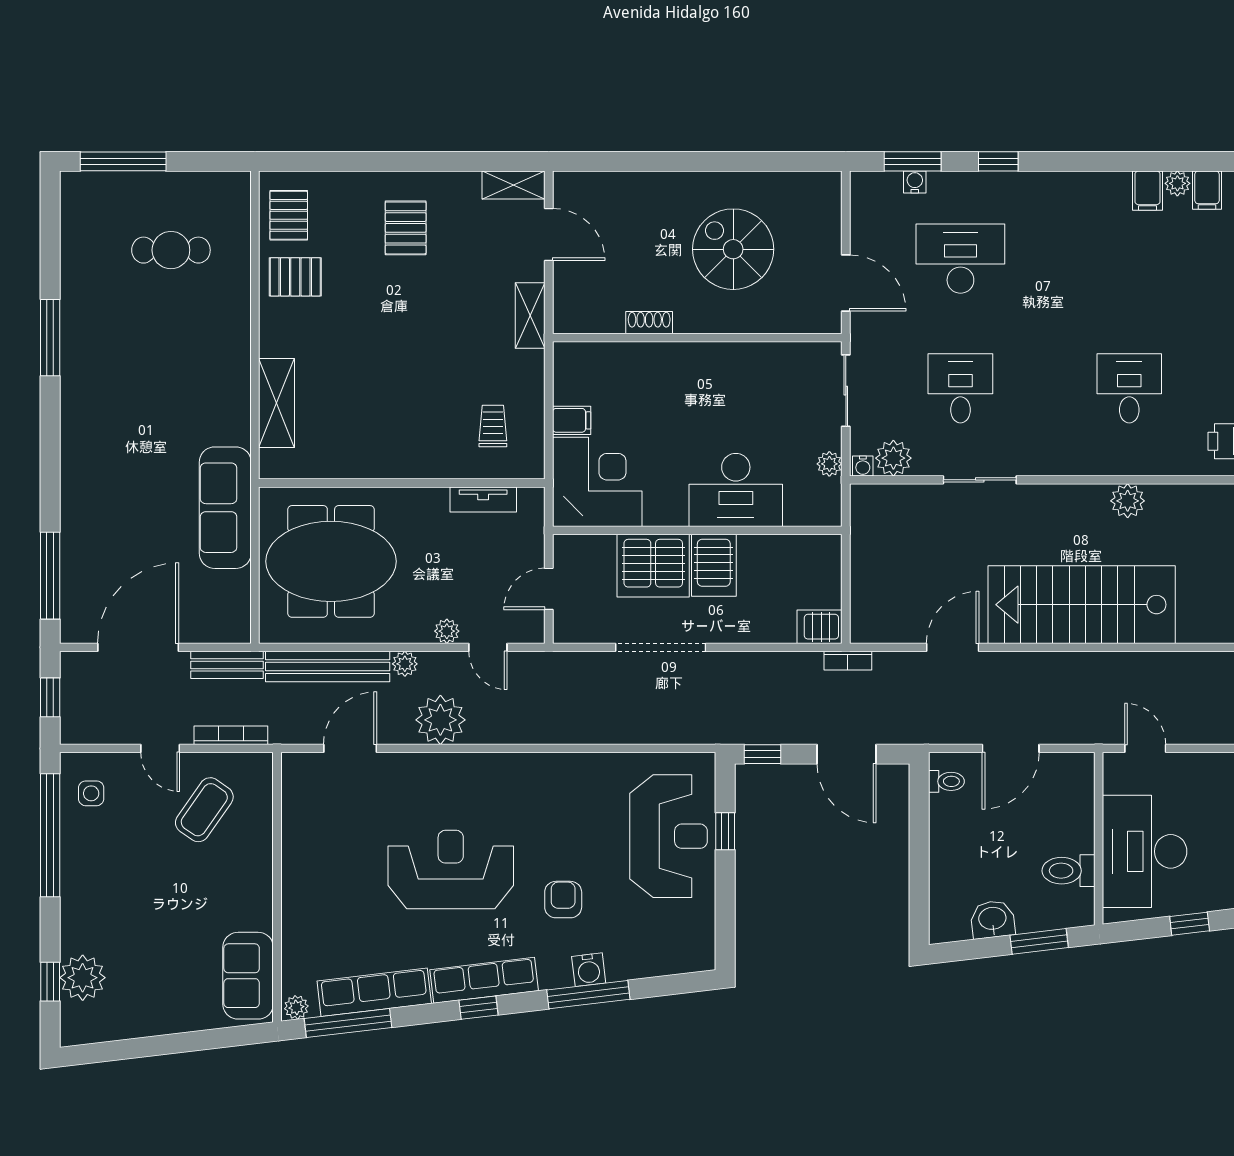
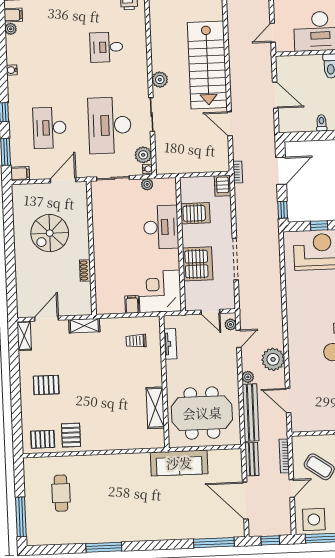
water cooler: (915, 182) -> (12, 70), moved
filing cabinet: (1148, 191) -> (20, 173), moved
desk: (960, 388) -> (110, 125), width x1.87, depth x1.30
shelving: (277, 403) -> (155, 408), moved, turned 90
plant: (1128, 501) -> (160, 80), moved
meeting table: (331, 561) -> (202, 413), turned 90
server rack: (714, 565) -> (195, 213), moved
plant: (447, 631) -> (231, 324), moved
toilet: (946, 781) -> (322, 123), moved
side table: (91, 793) -> (314, 519), width x1.87, depth x1.87

